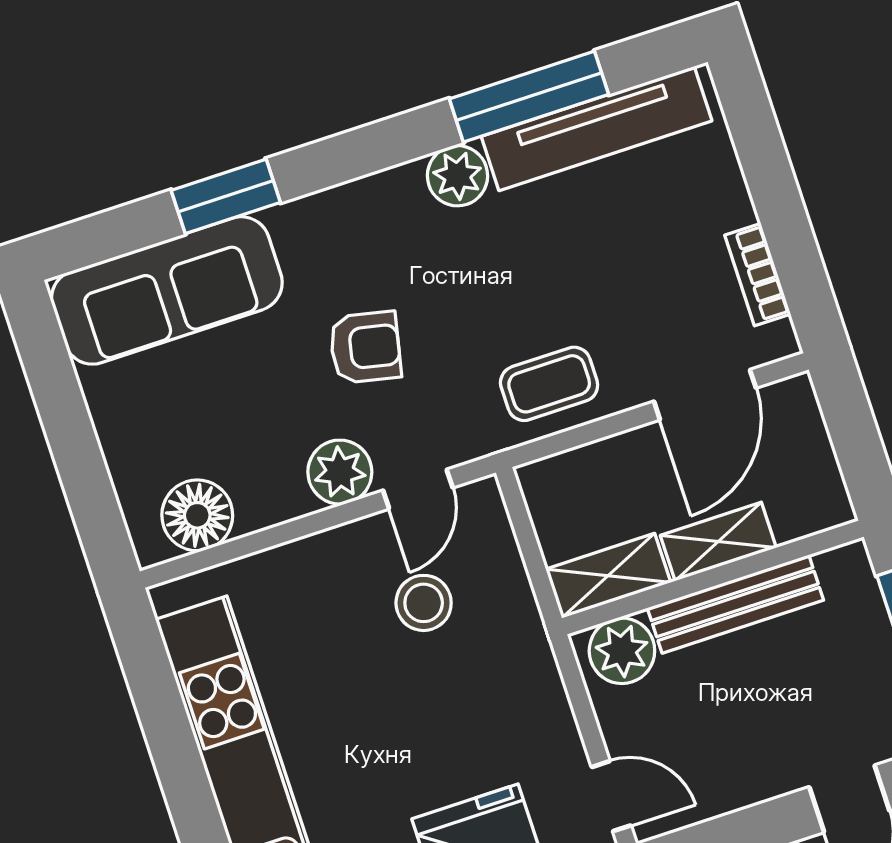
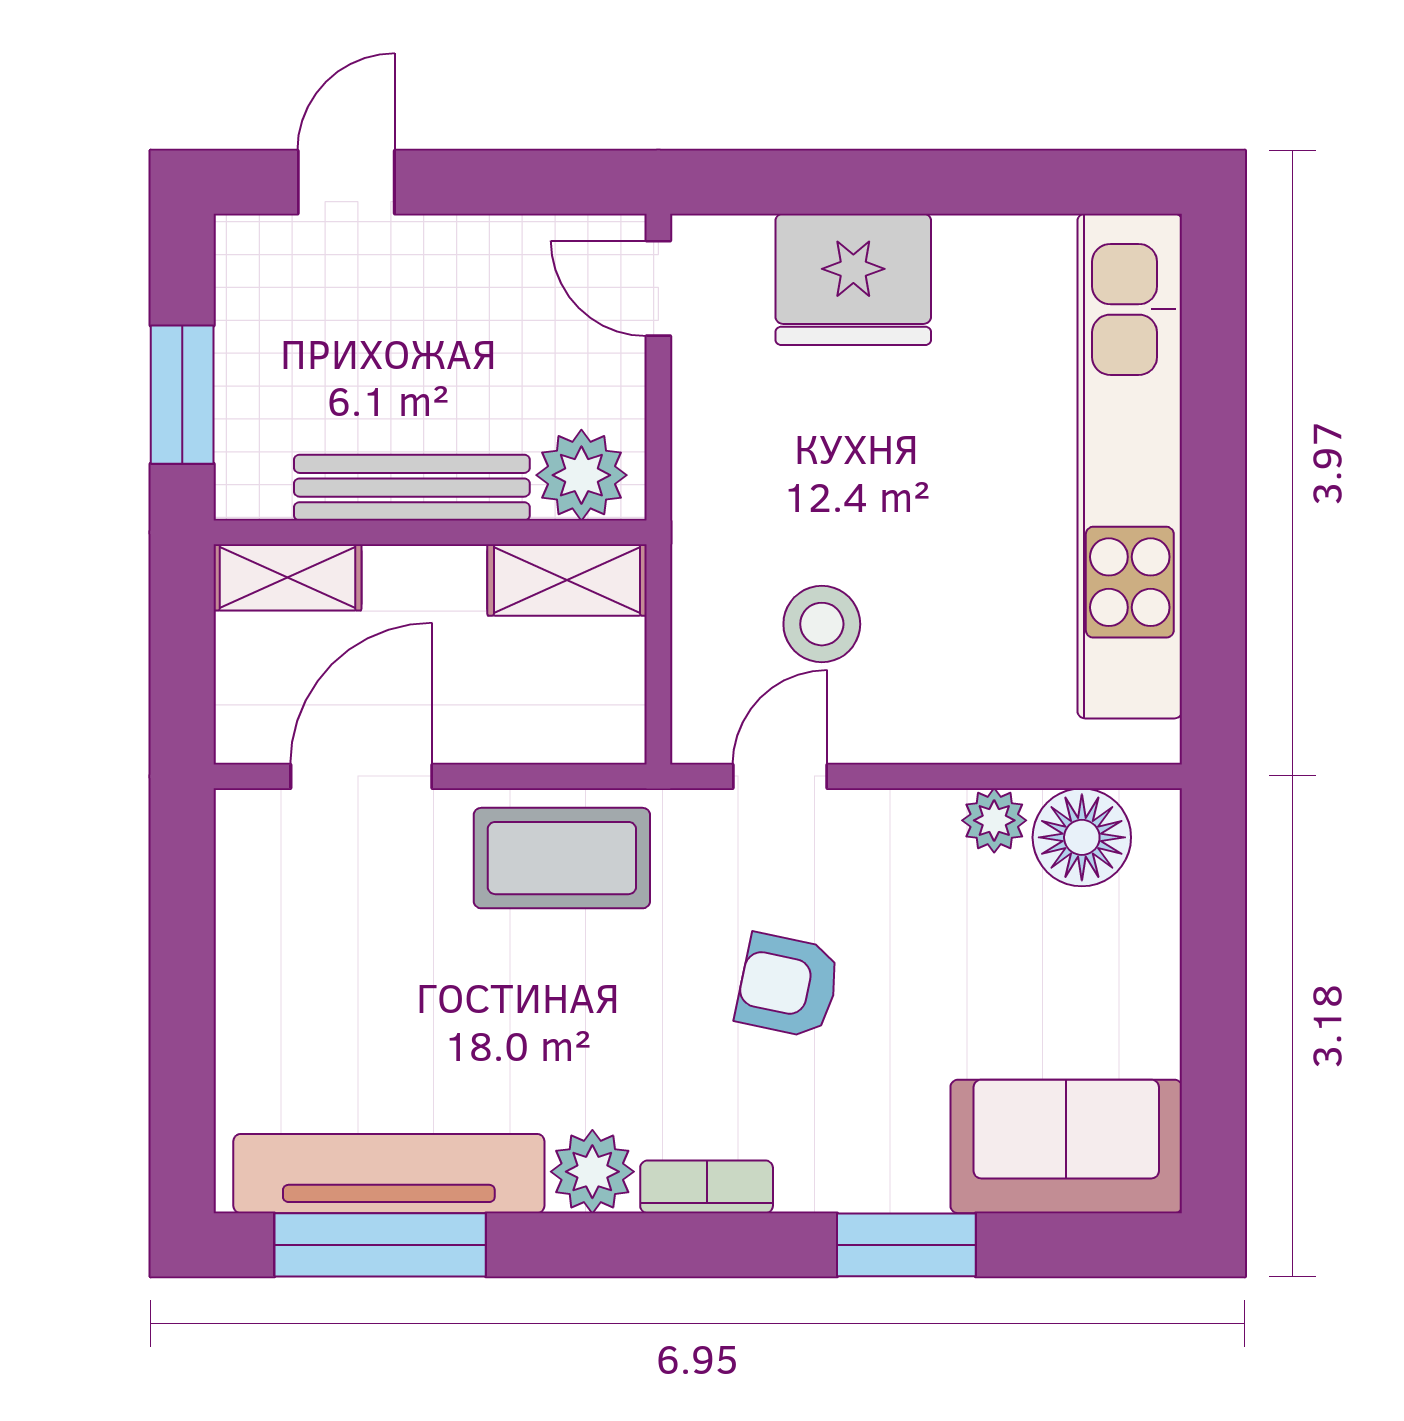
window: (529, 97) -> (380, 1245), moved
bookcase: (758, 275) -> (707, 1187), moved, turned -90
sofa: (167, 290) -> (1066, 1146), width x0.73
coffee table: (549, 384) -> (562, 858), width x1.36, depth x1.30
plant: (340, 472) -> (994, 820), moved, width x0.73, depth x0.73
shelving: (718, 541) -> (287, 577), moved

